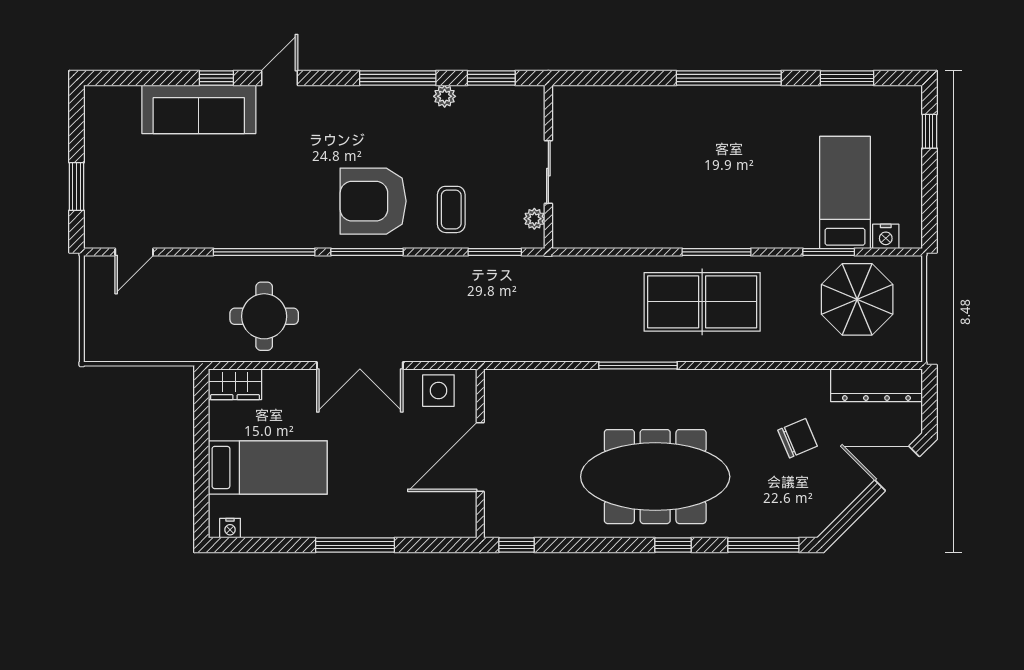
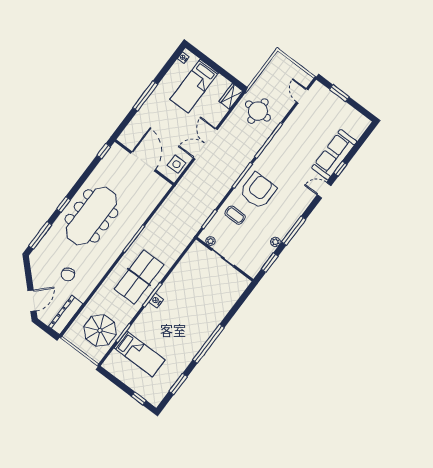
door: (279, 78) -> (324, 190), swing flipped
nightstand: (886, 236) -> (156, 301), moved
round table: (264, 316) -> (258, 111), moved

